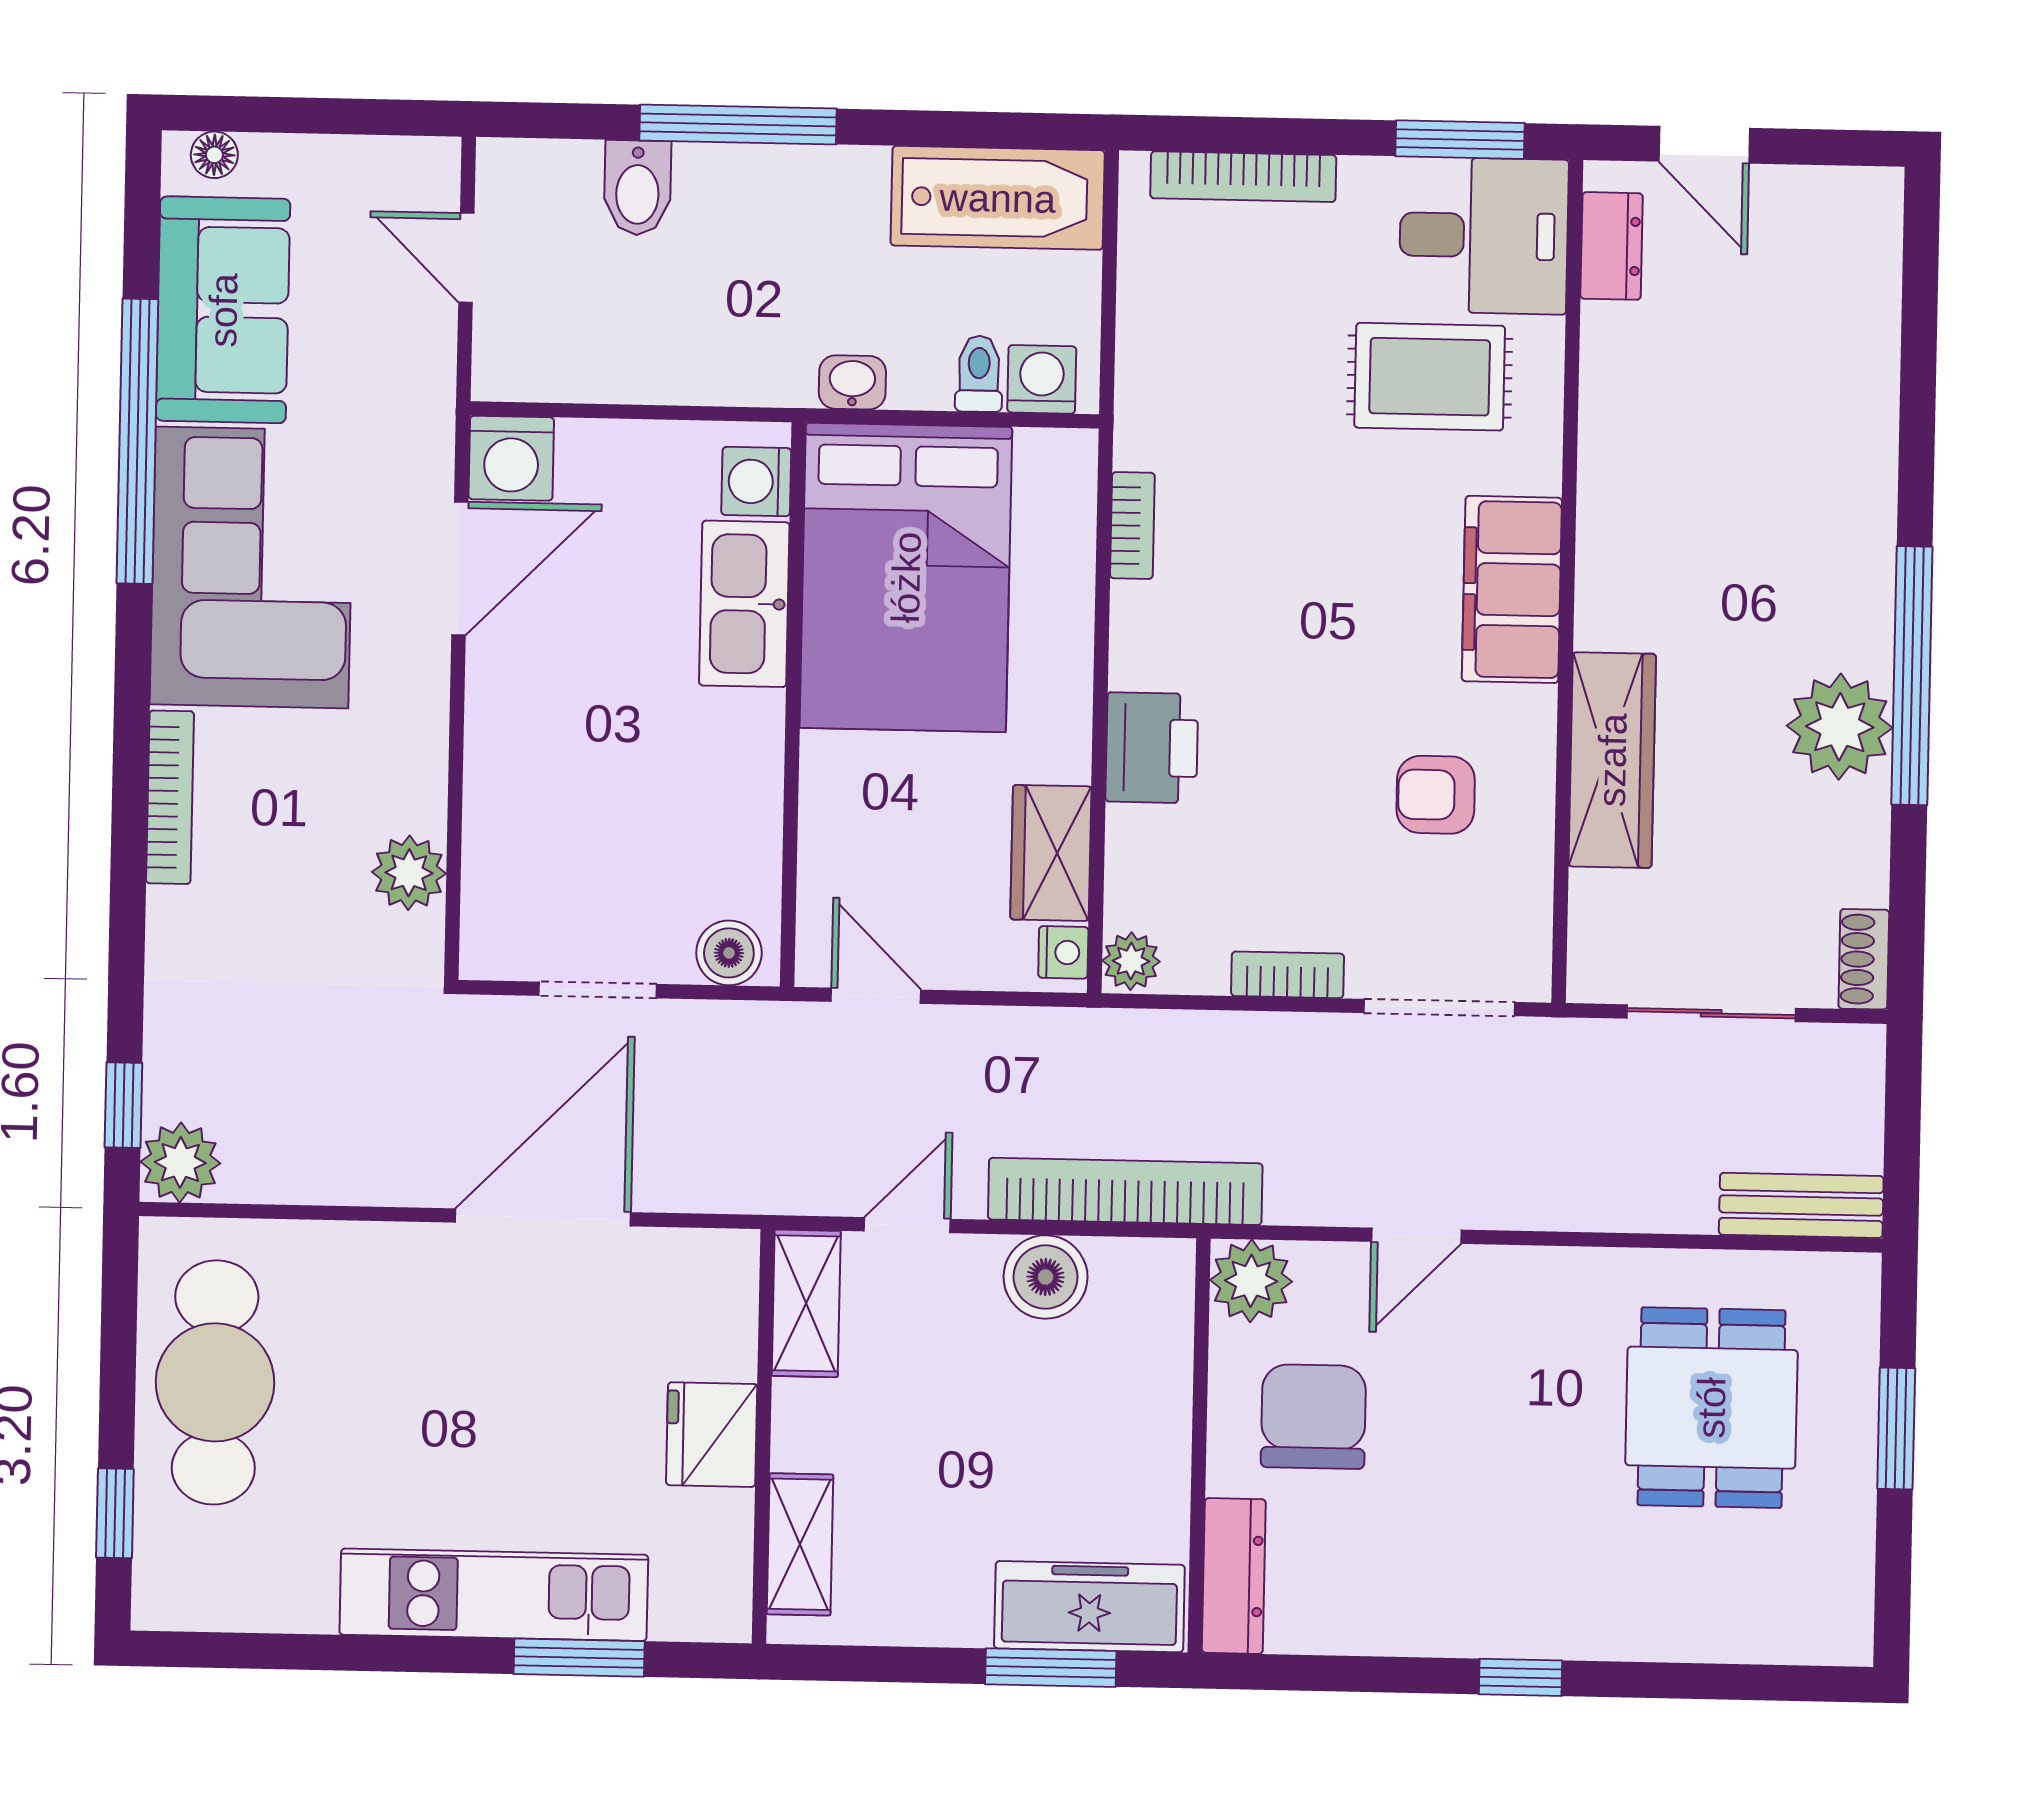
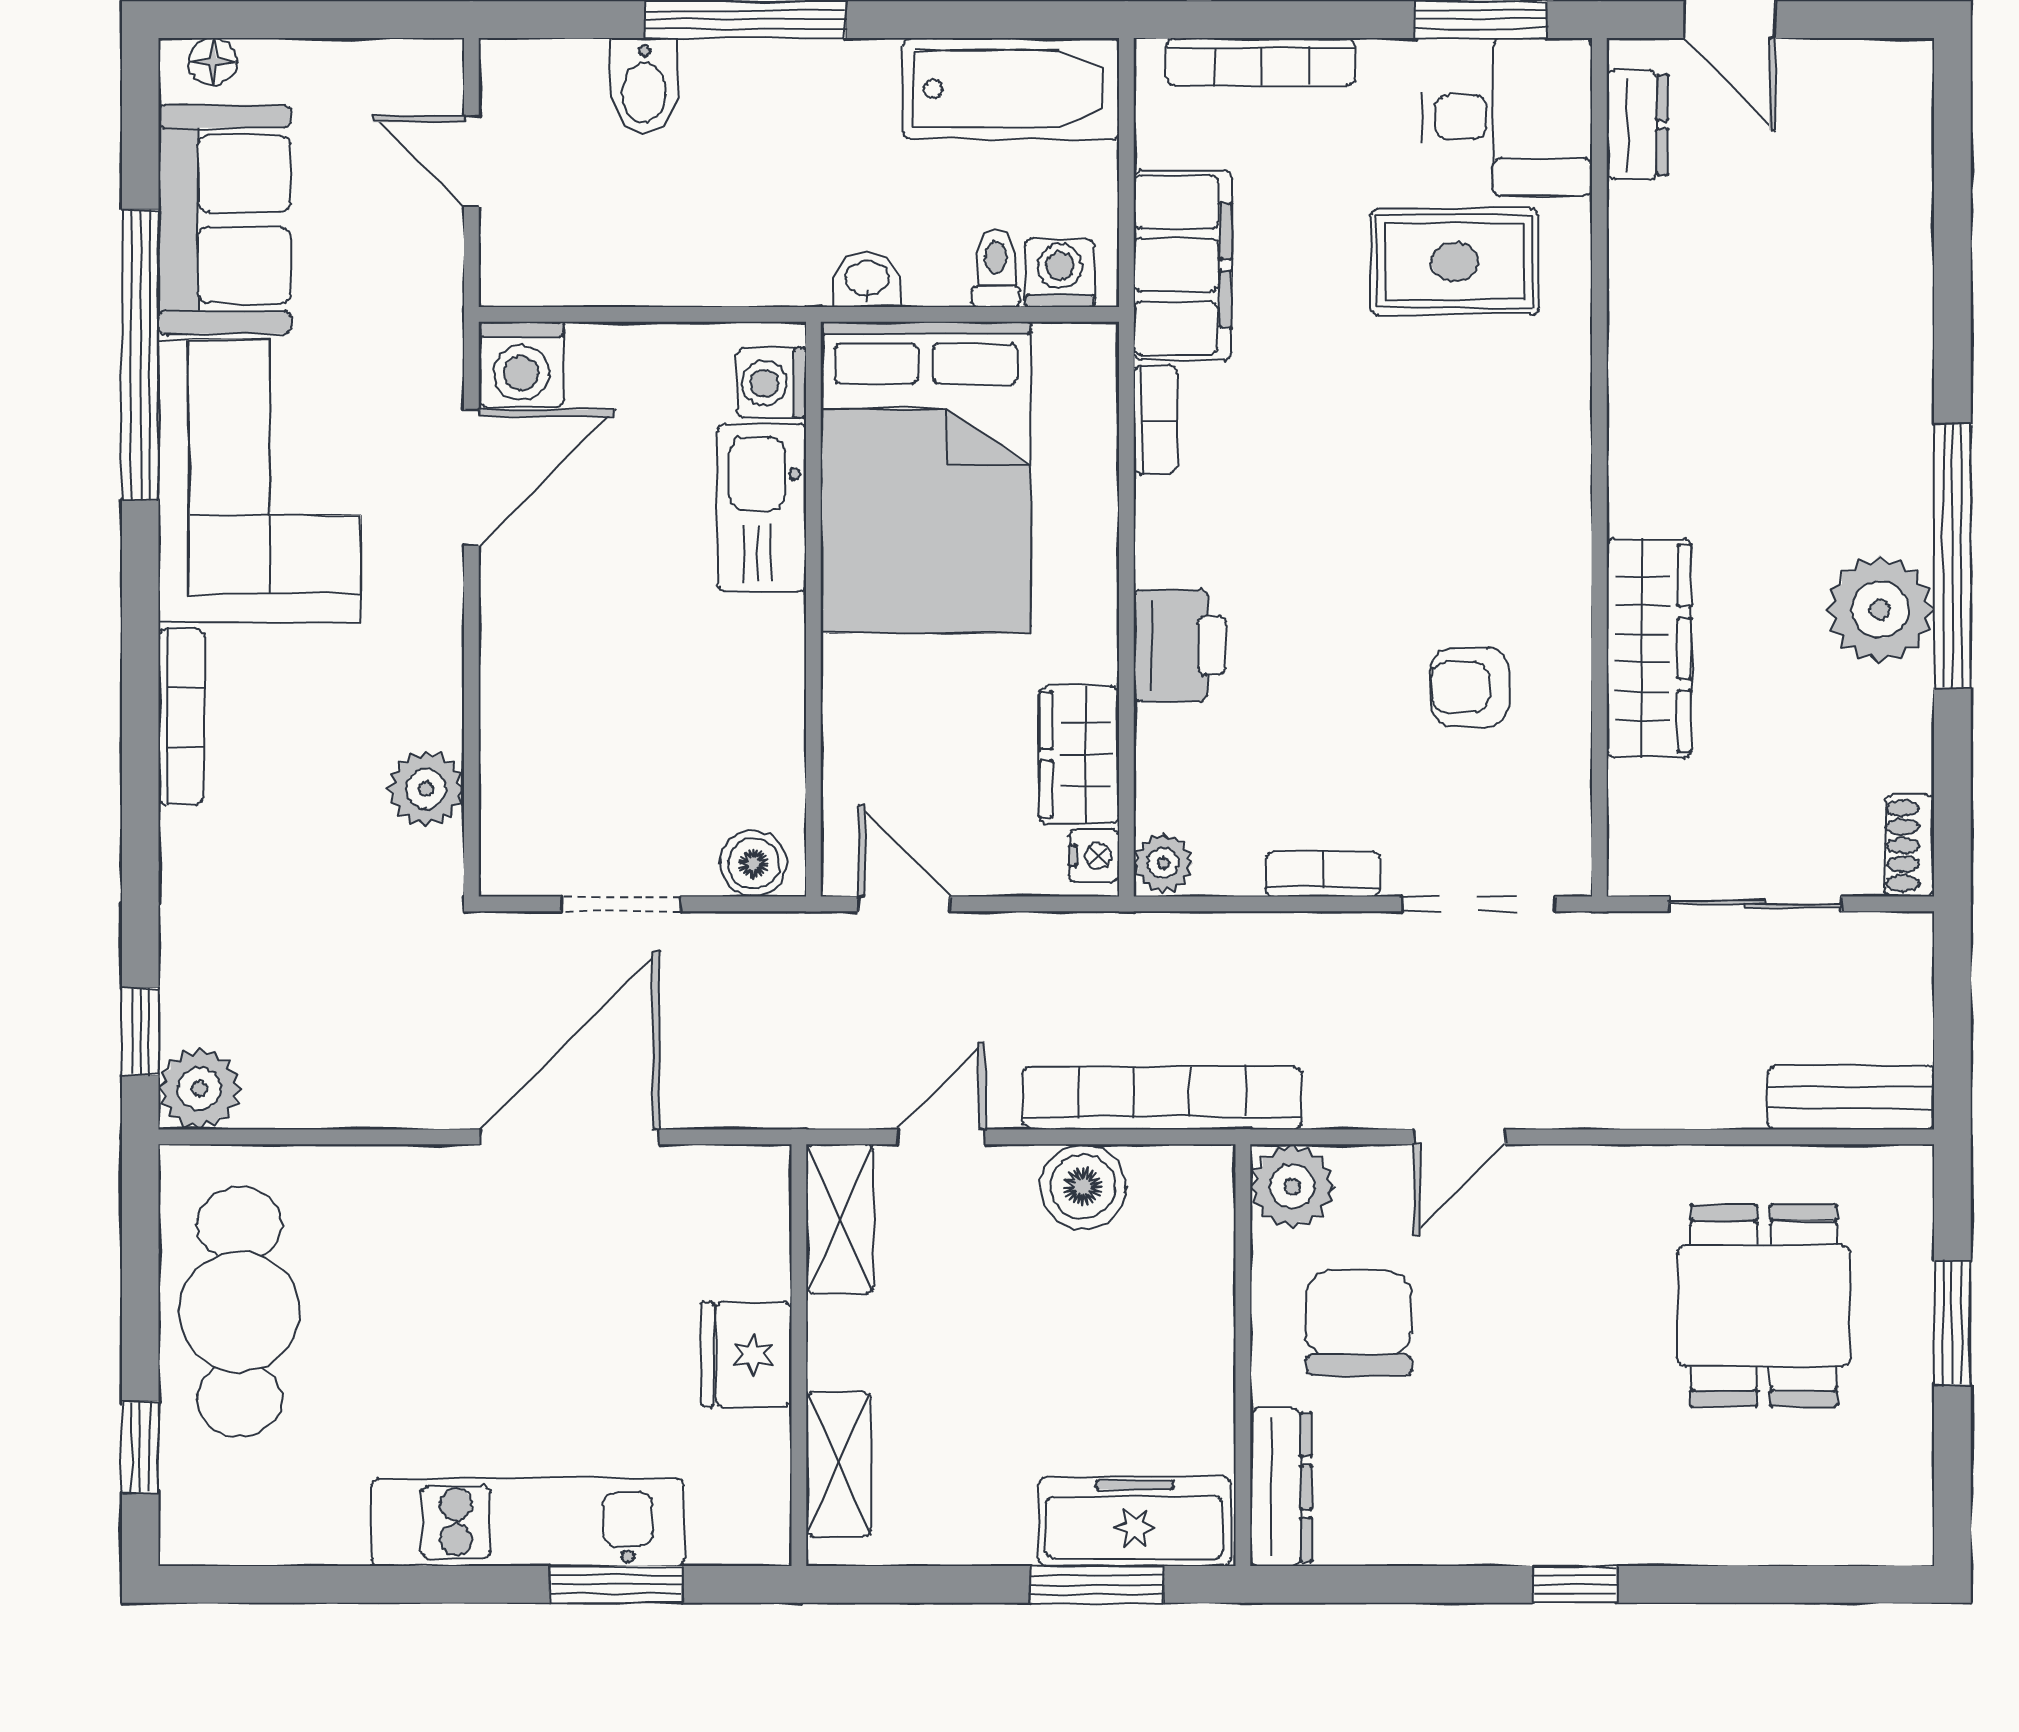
filing cabinet: (1512, 589) -> (1183, 265), moved, turned 180

